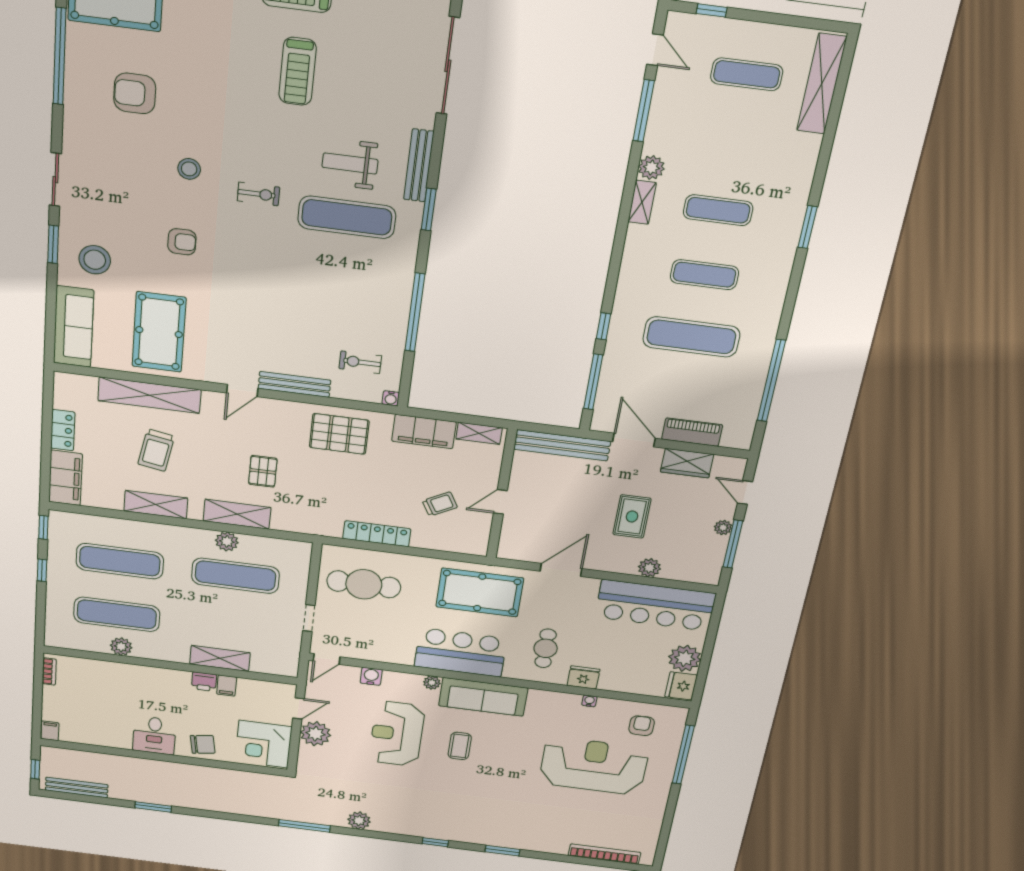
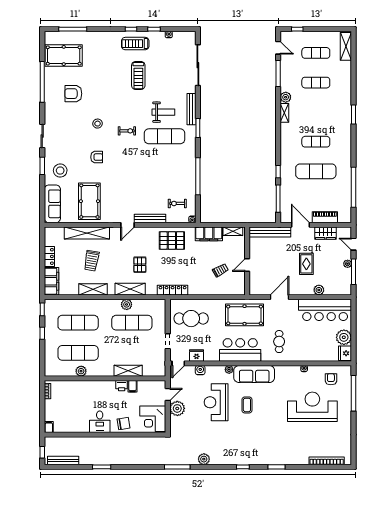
shelving: (822, 84) -> (346, 46), width x0.68
weight bench: (350, 163) -> (163, 112), turned 180
exercise mat: (718, 210) -> (316, 83), moved
locker: (377, 534) -> (173, 290), moved
fridge: (583, 677) -> (196, 355), moved

